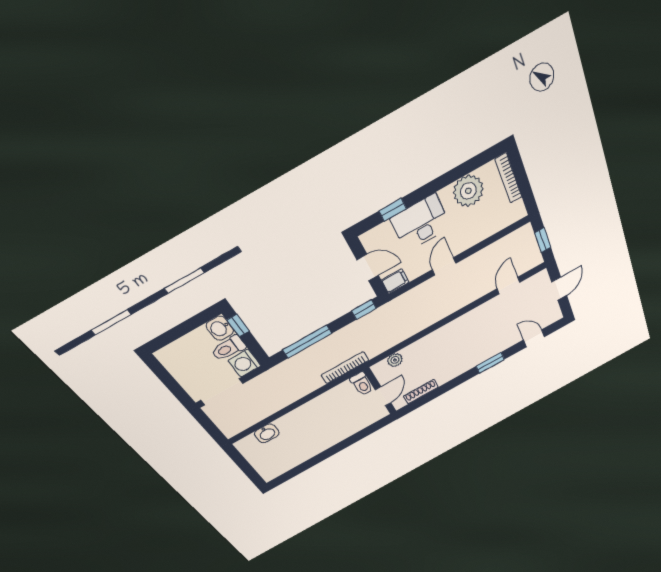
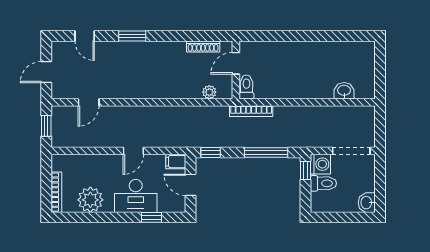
window: (238, 326) -> (306, 171), moved
washbasin: (220, 328) -> (367, 203), moved, turned 180

